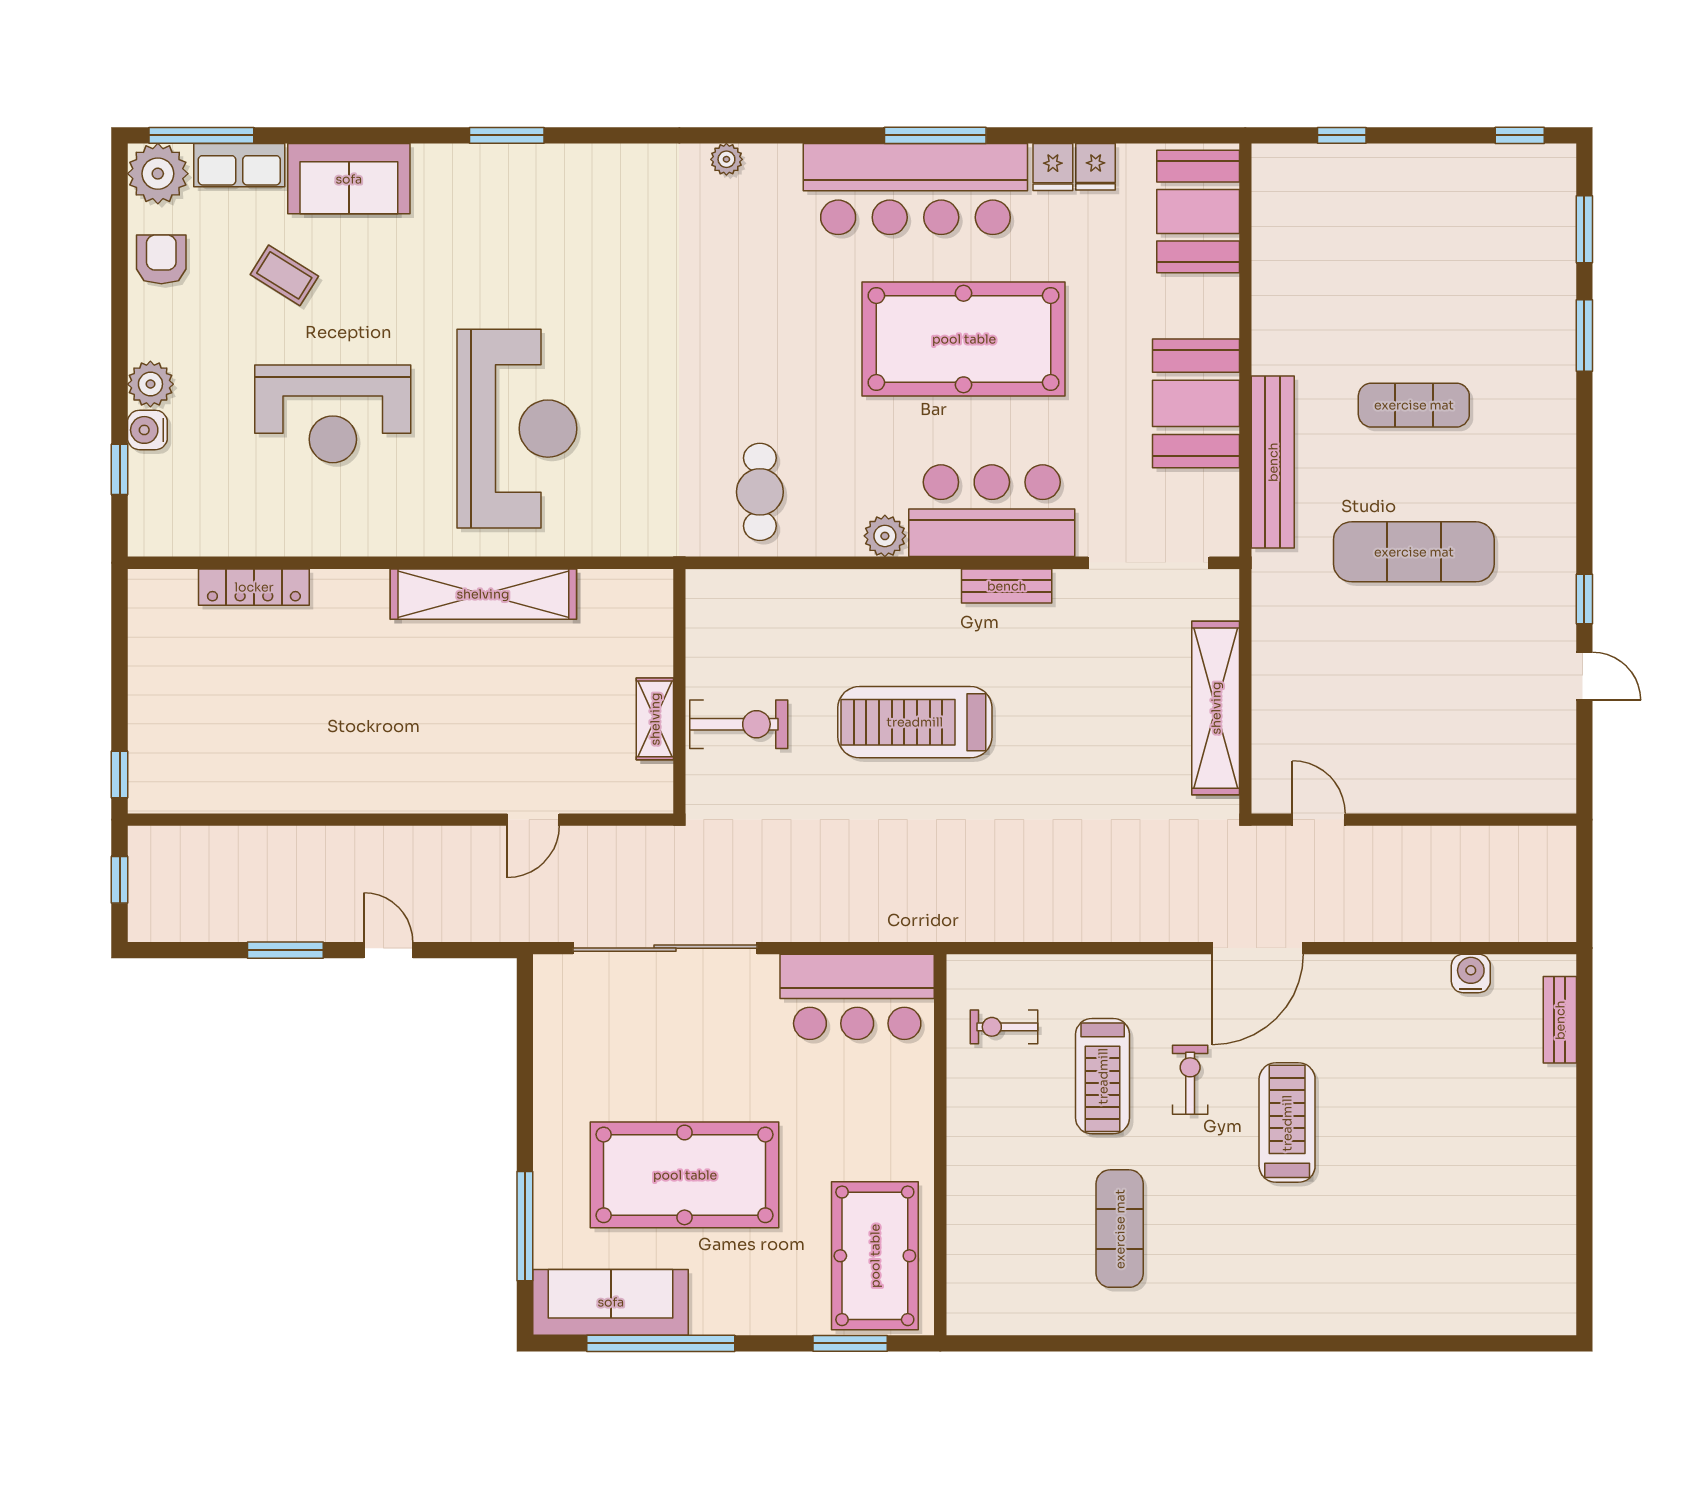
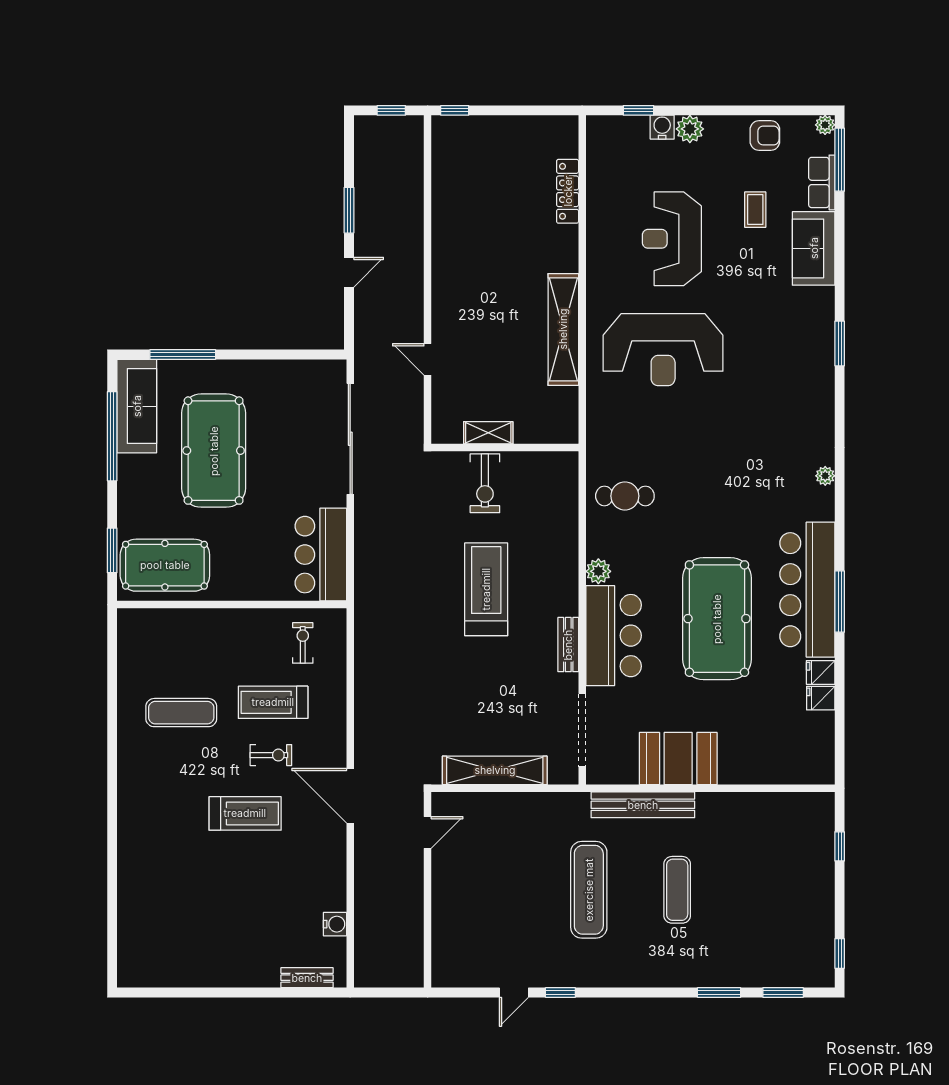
plant: (158, 174) -> (825, 125), width x0.53, depth x0.53
booth: (1198, 211) -> (794, 760), removed
coffee table: (284, 275) -> (755, 210), turned -32

